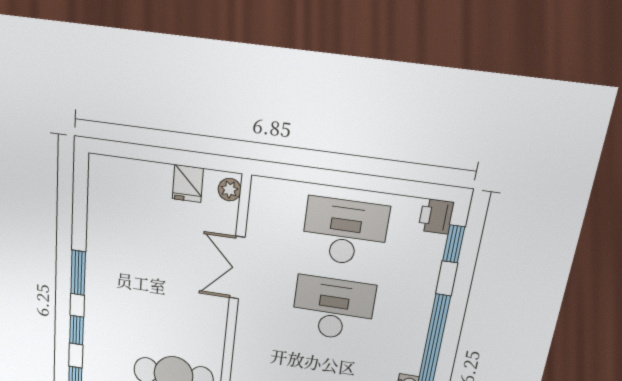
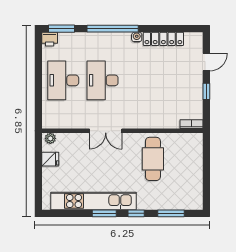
window: (454, 244) -> (61, 29), width x1.50
kitchen unit: (102, 257) -> (94, 201), added
double door: (237, 268) -> (106, 131), moved

